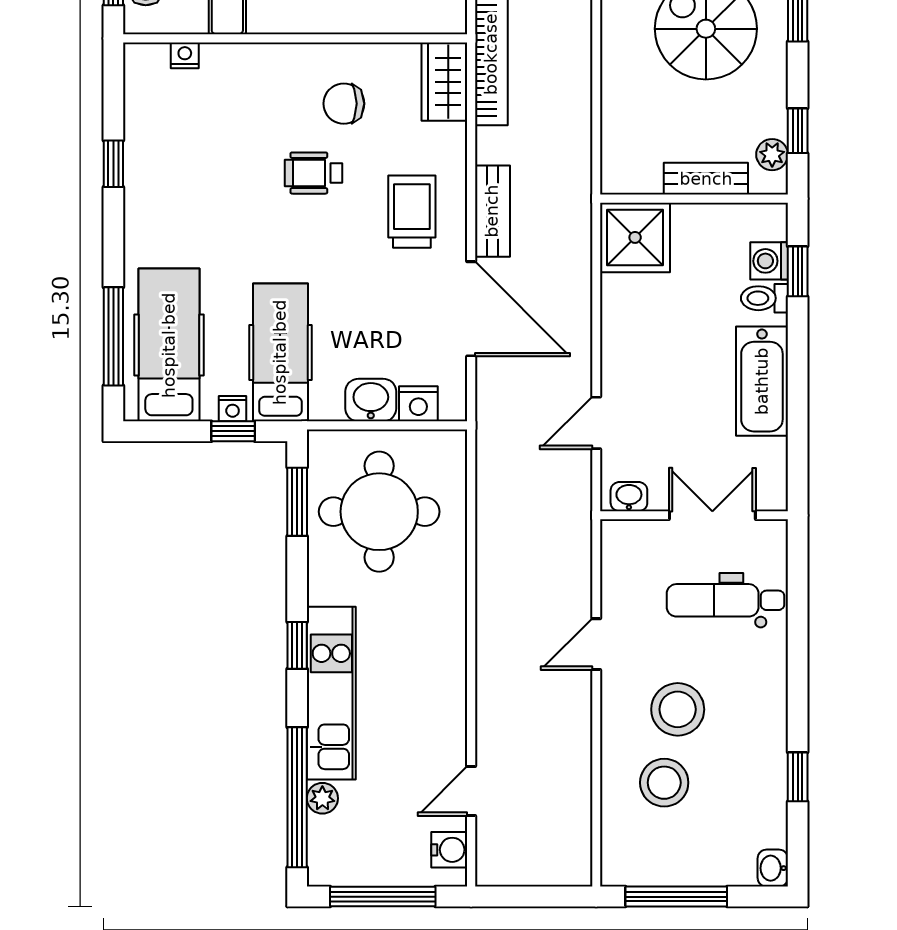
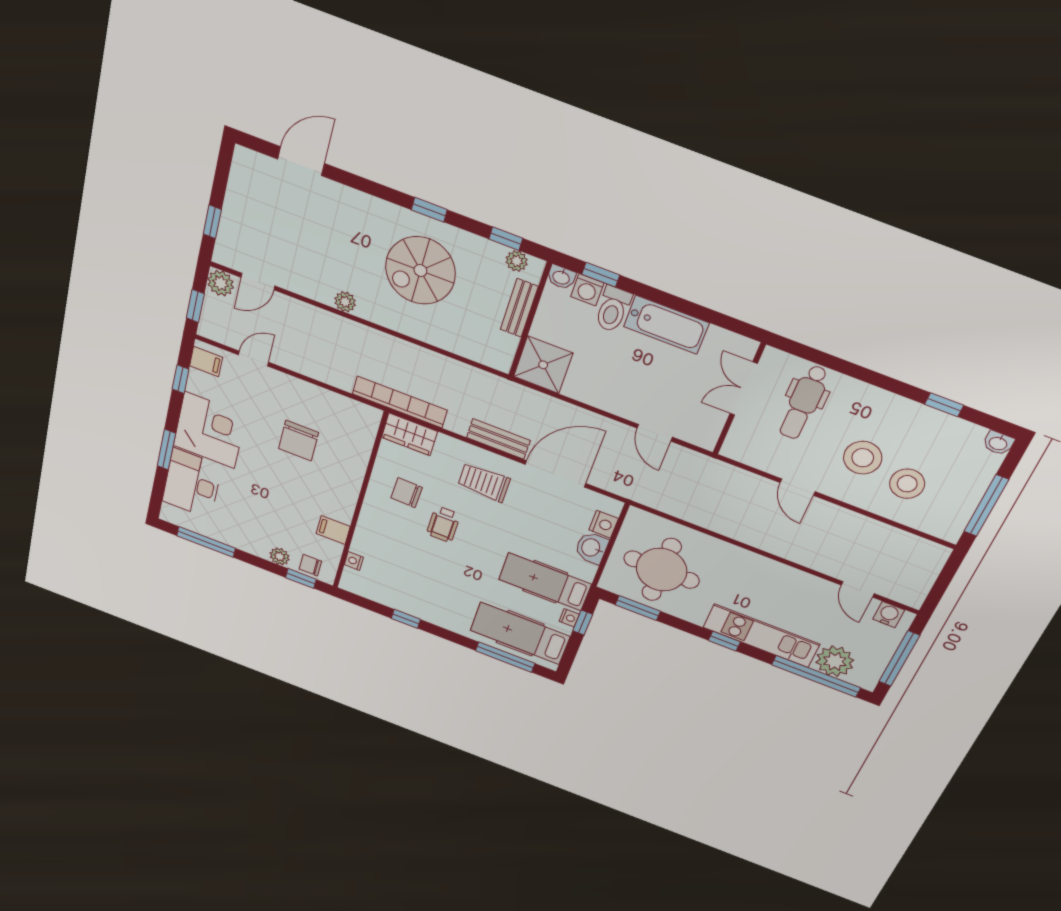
chair: (344, 104) -> (407, 493), turned 92
toilet: (764, 298) -> (613, 309), width x1.37, depth x1.39
washbasin: (629, 497) -> (561, 277), moved, turned -90
plant: (322, 798) -> (835, 661), width x1.87, depth x1.87

